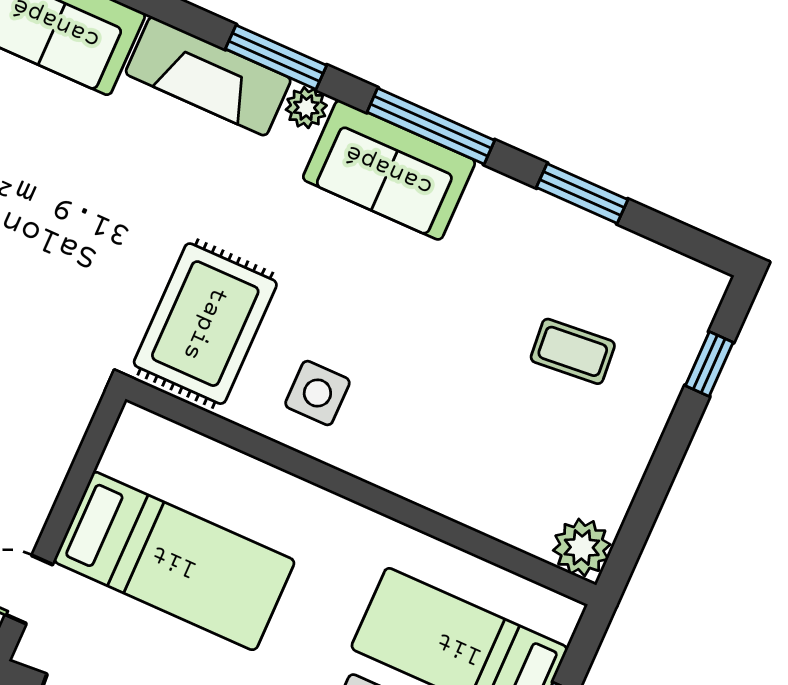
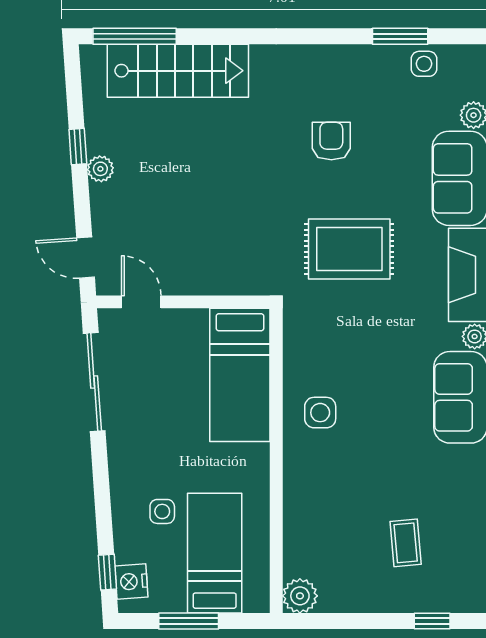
rug: (205, 324) -> (349, 249), moved
bed: (174, 561) -> (240, 375), moved

